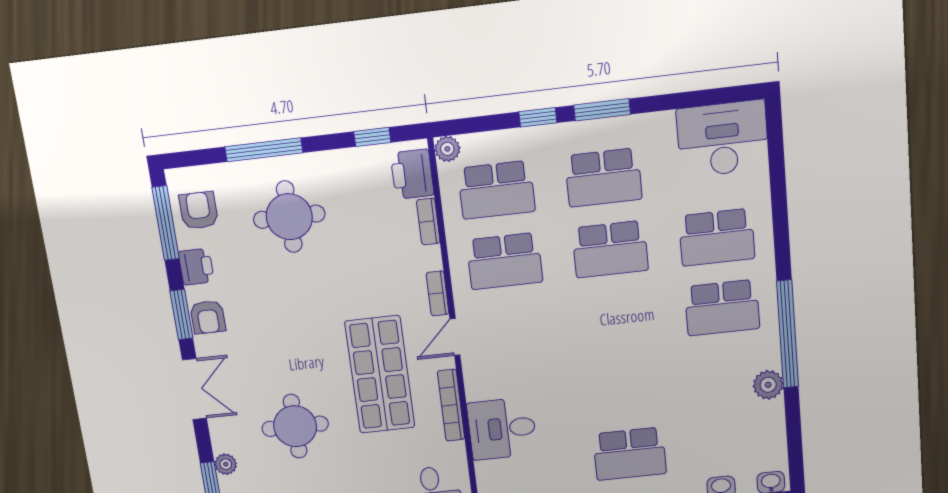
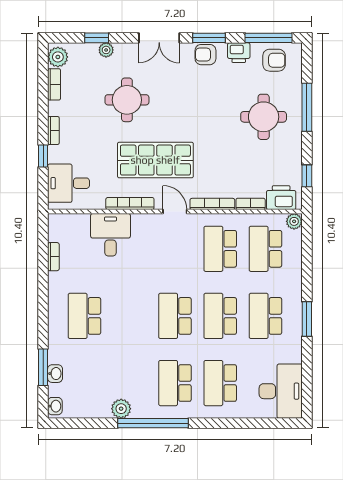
window: (538, 117) -> (307, 279), removed
bookcase: (438, 293) -> (212, 204), width x1.56
school desk: (617, 319) -> (175, 316), added

